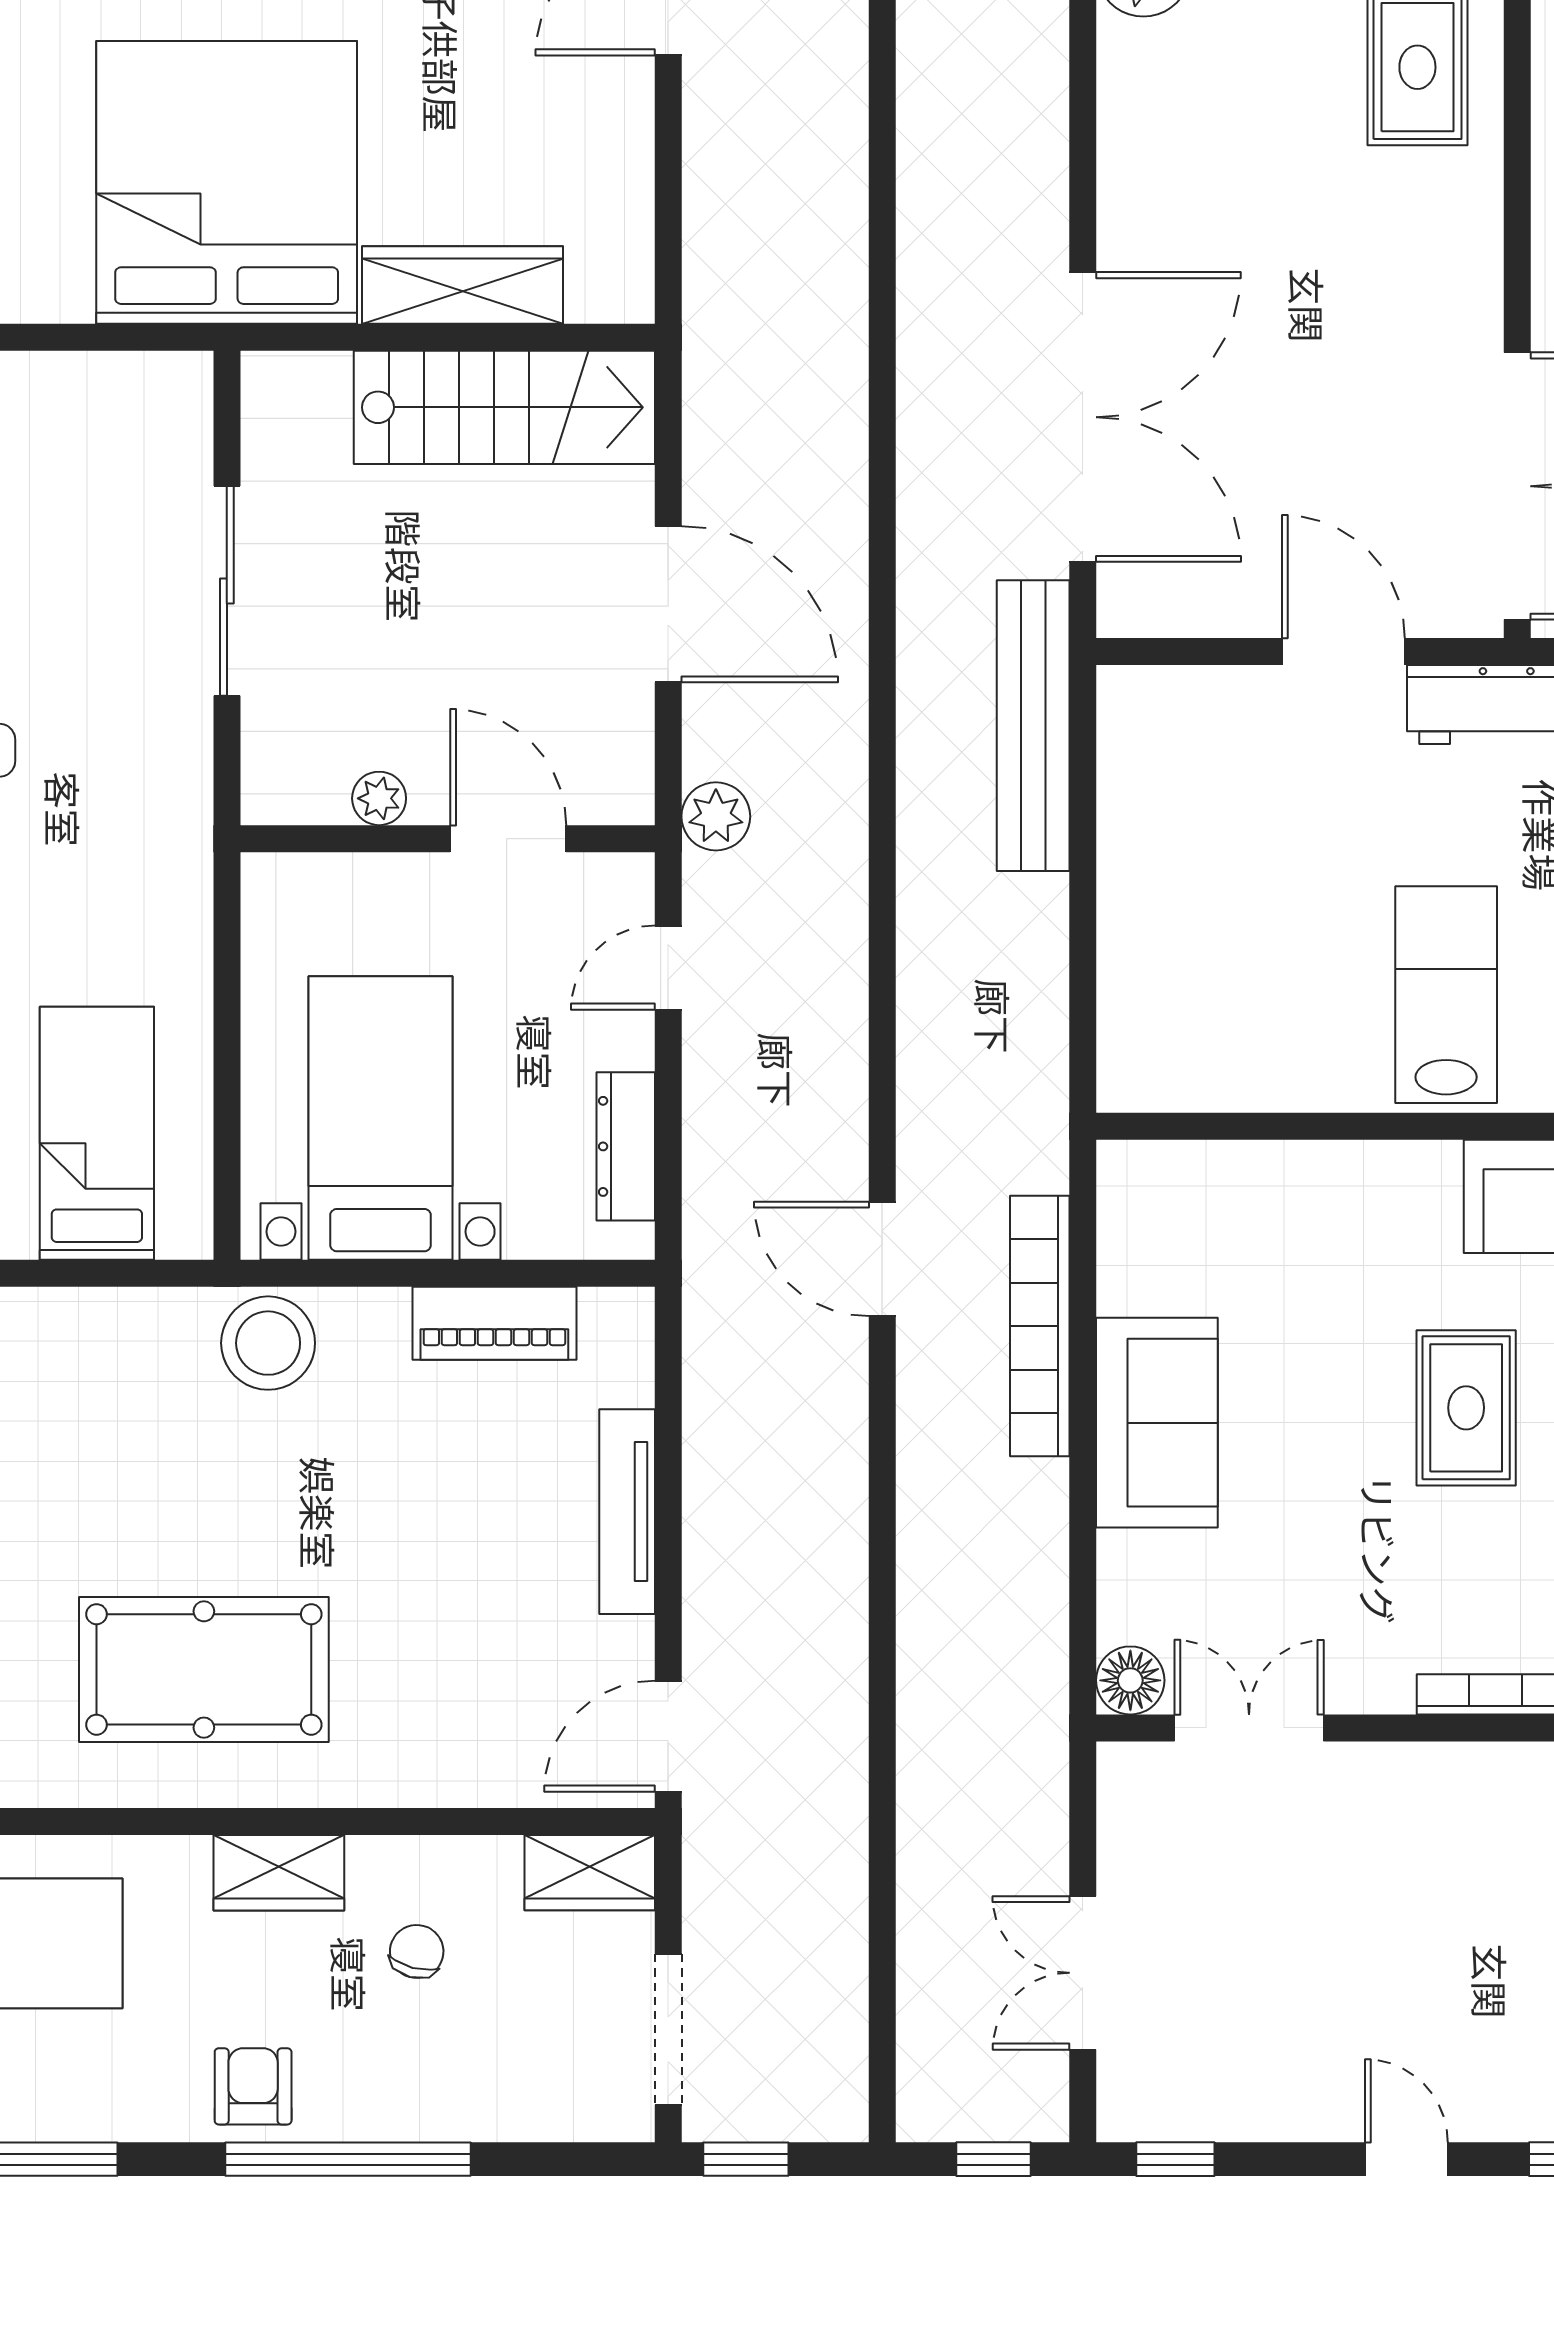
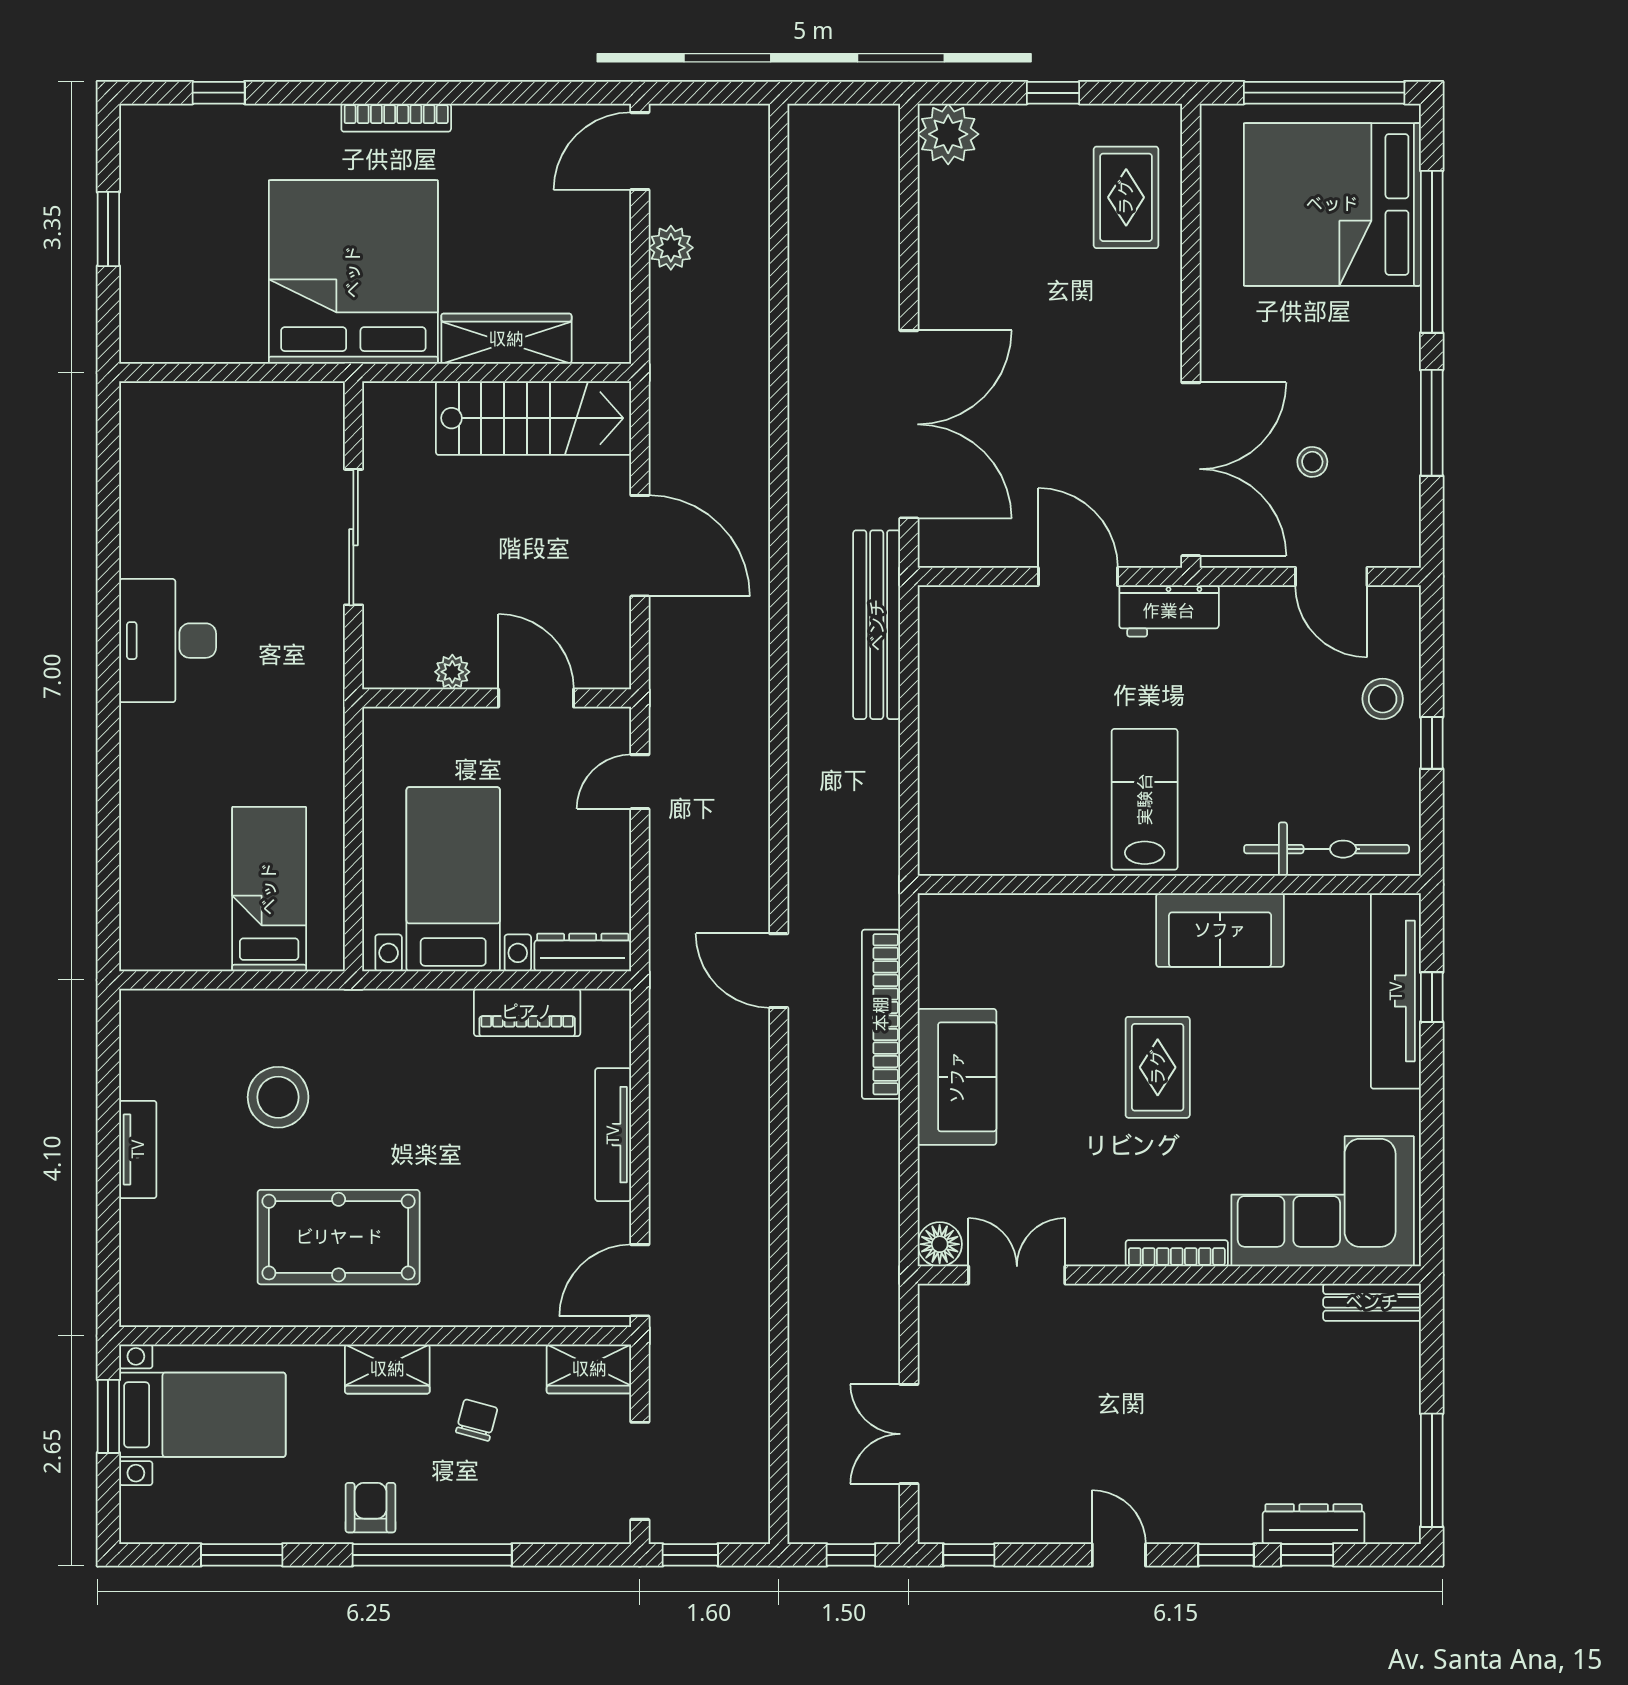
plant: (716, 816) -> (671, 248), moved
dresser: (626, 1146) -> (583, 952), moved, turned 90
stool: (268, 1343) -> (278, 1097), moved

